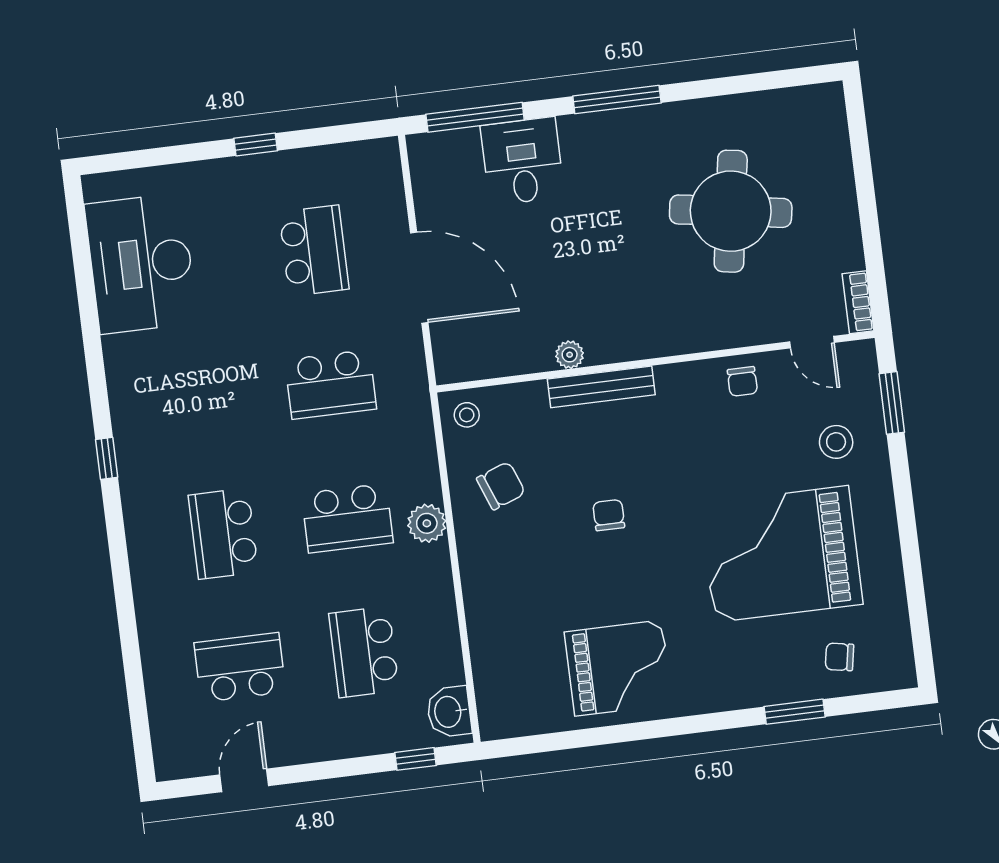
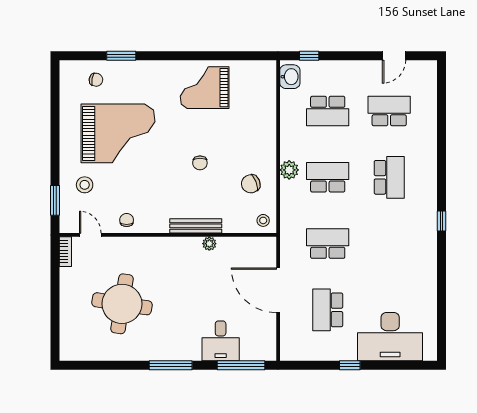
desk: (141, 263) -> (390, 337), moved, turned 90
school desk: (364, 652) -> (328, 111), turned 90
school desk: (240, 667) -> (389, 111), turned 180

